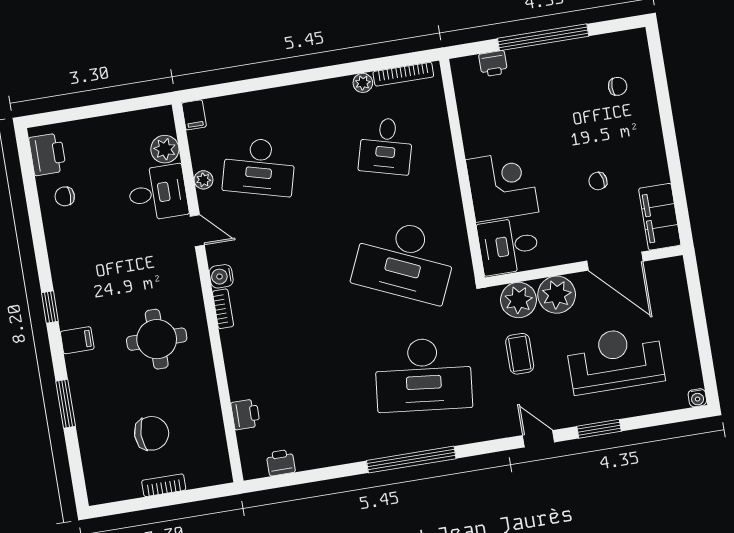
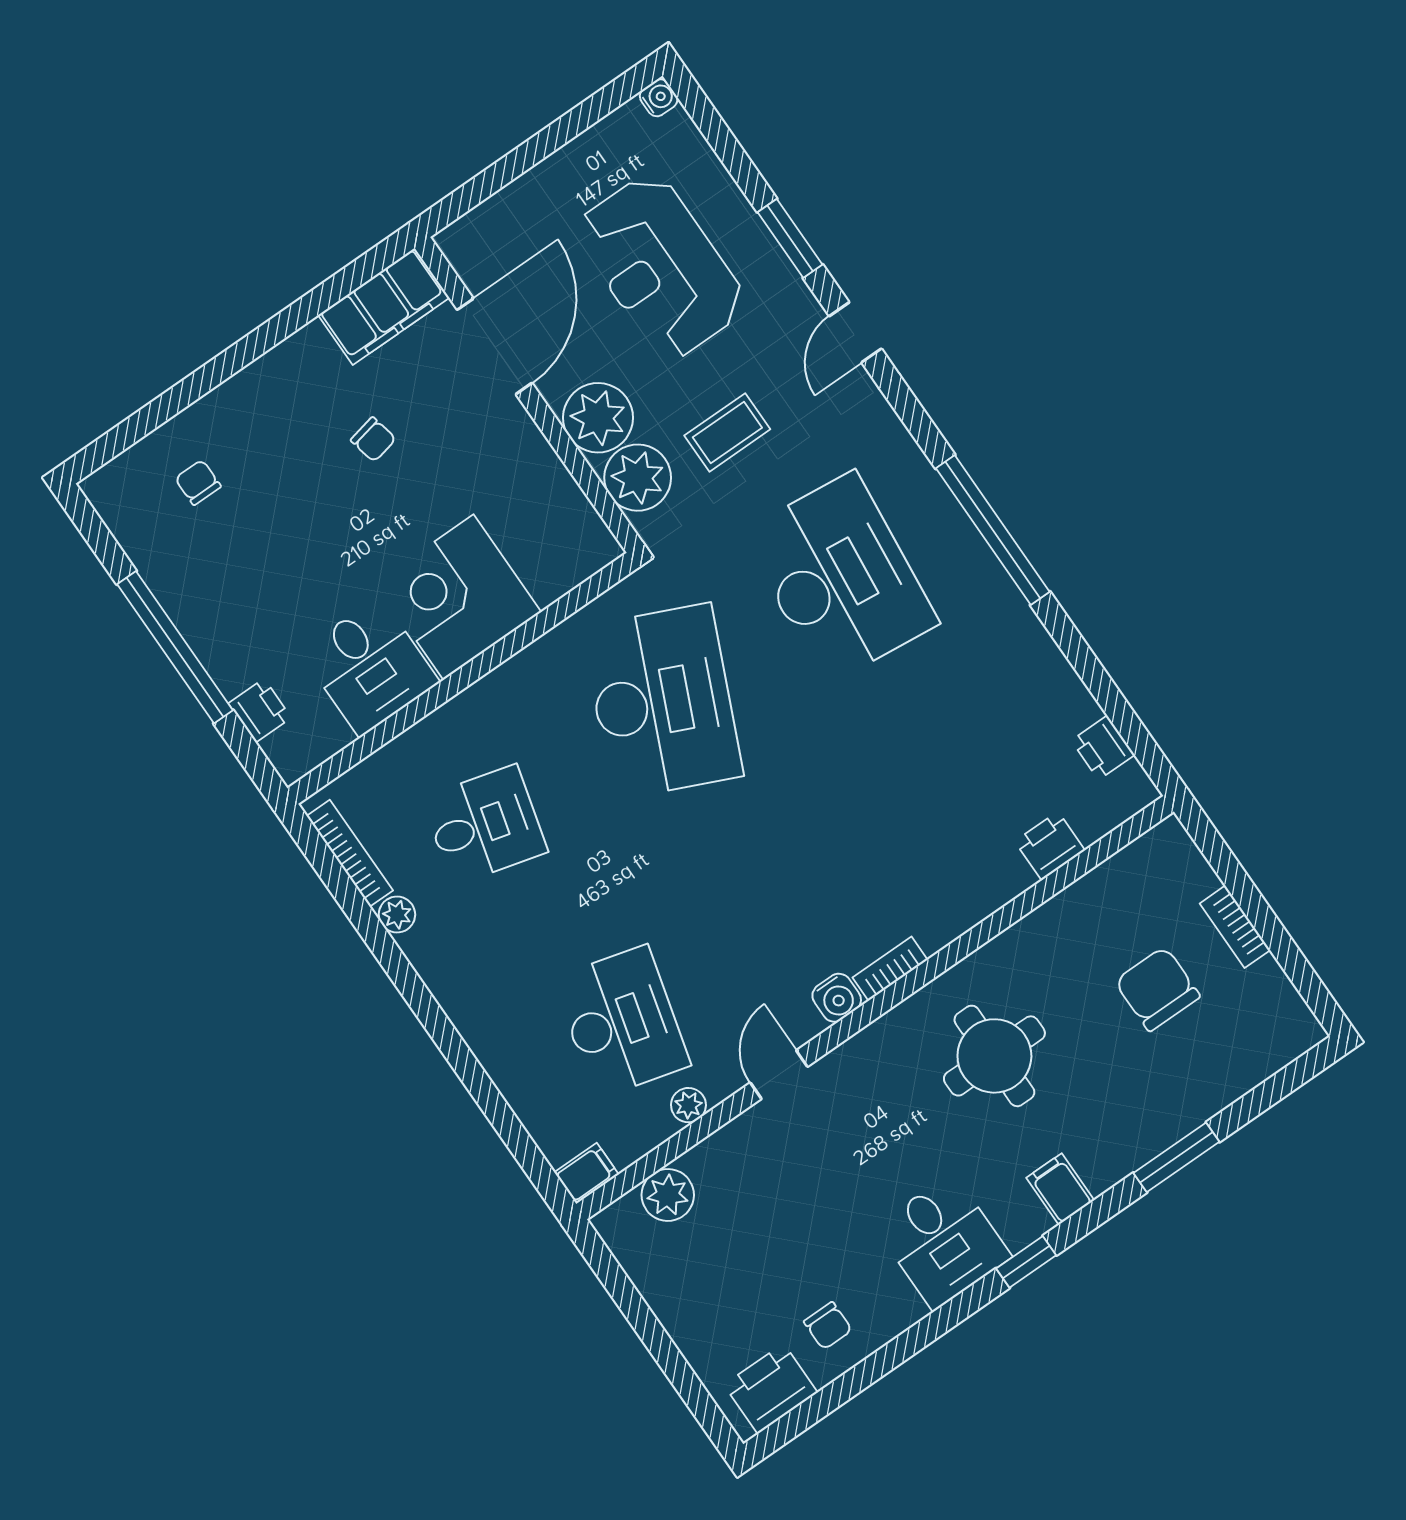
desk: (158, 193) -> (943, 1242), moved, turned 180
desk: (508, 246) -> (370, 667), moved

